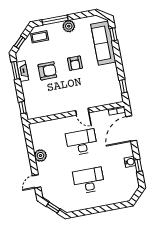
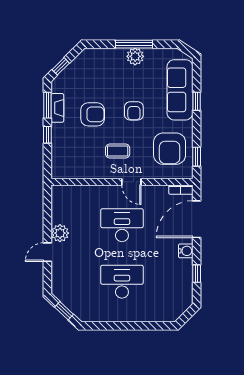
window: (55, 20) -> (134, 44), moved
window: (113, 34) -> (197, 101), moved
coffee table: (40, 37) -> (118, 151), moved
armchair: (104, 84) -> (170, 149), added
window: (23, 108) -> (47, 135), moved
water cooler: (130, 162) -> (186, 251), moved
door: (37, 181) -> (47, 252), moved

